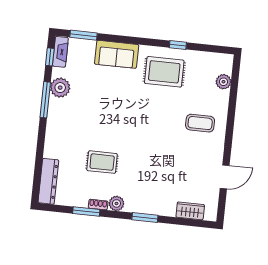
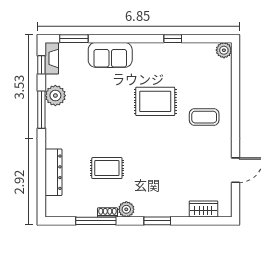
rug: (164, 72) -> (155, 101), moved
plant: (223, 82) -> (224, 50), moved
dresser: (48, 181) -> (53, 172), moved
window: (86, 211) -> (96, 221), width x1.44

